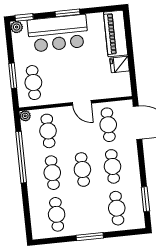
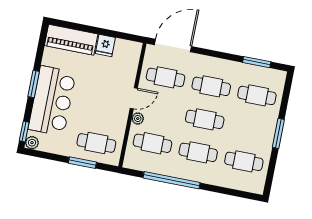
plant: (25, 116) -> (138, 119), moved

